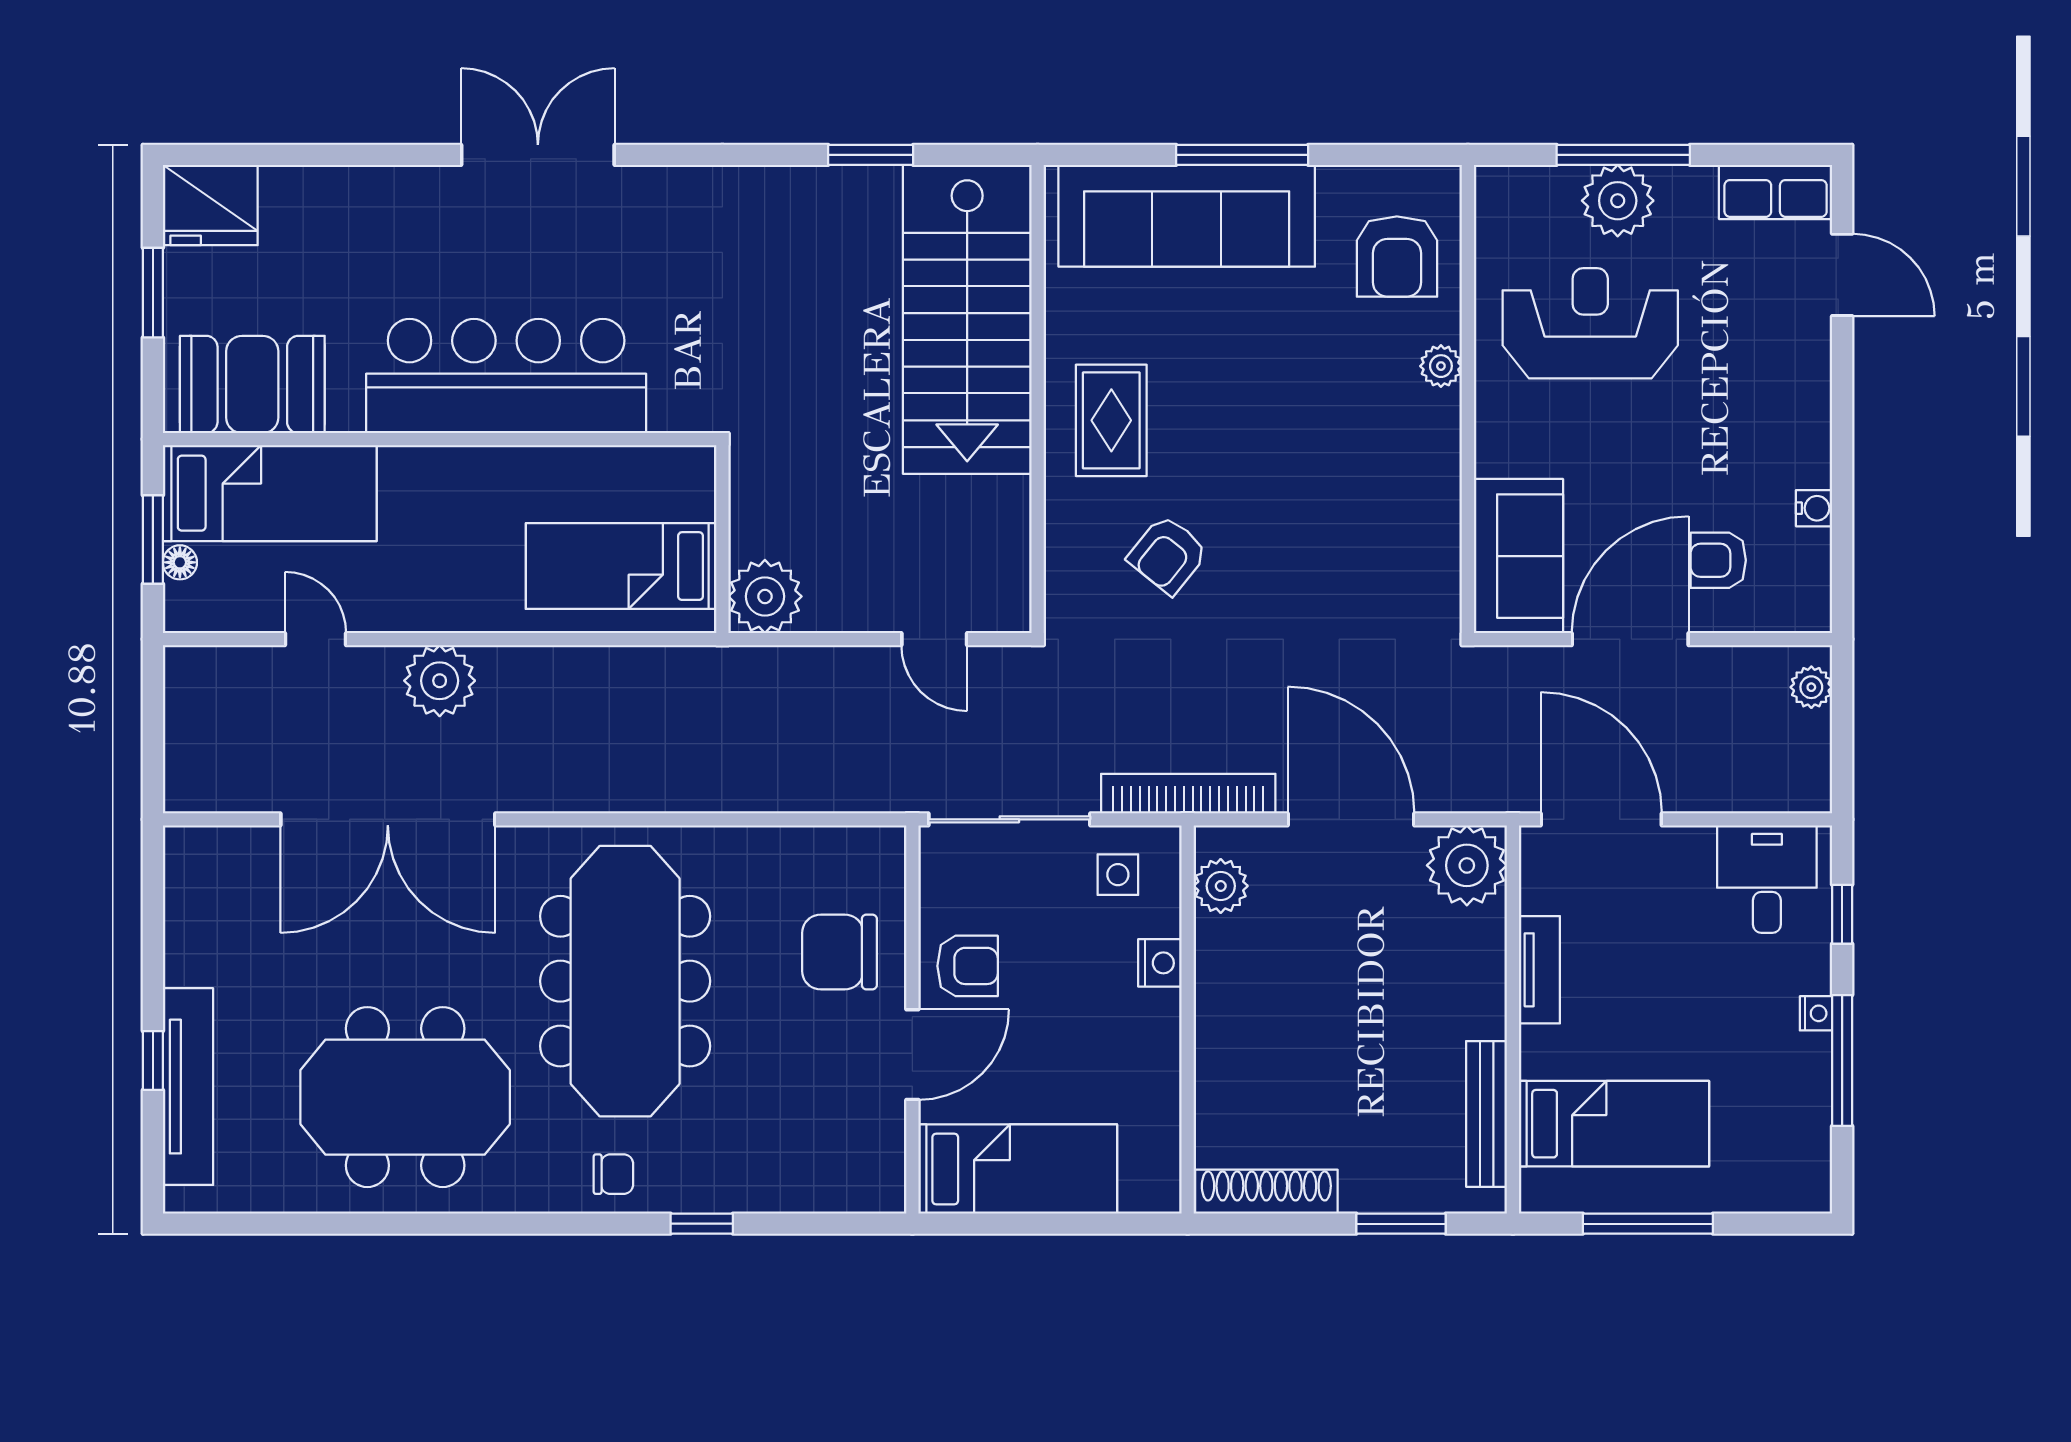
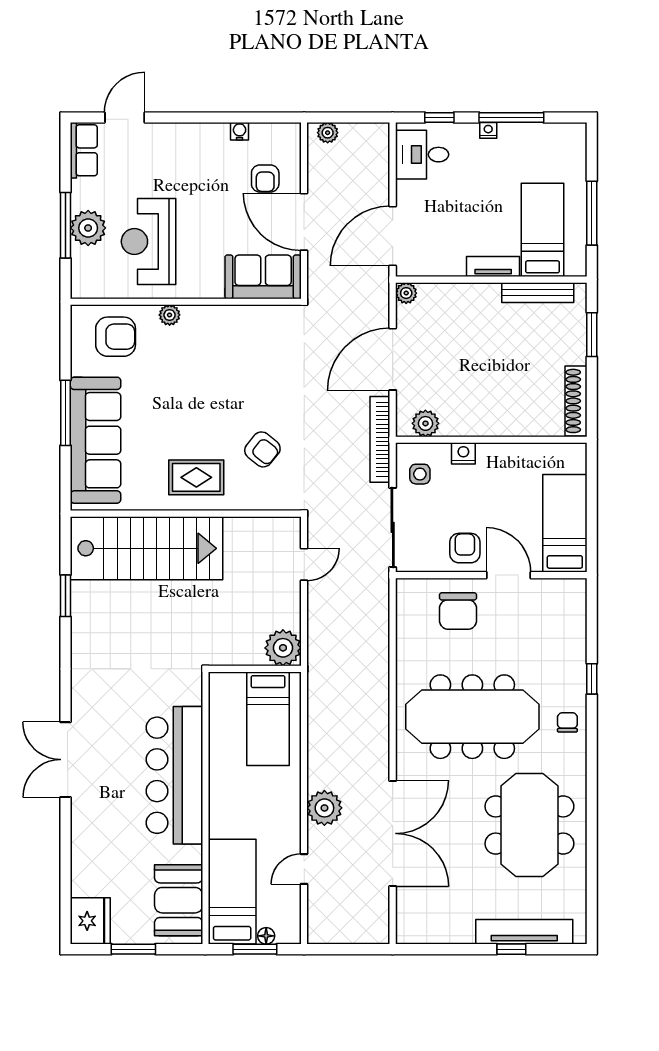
plant: (1467, 865) -> (406, 293), width x0.53, depth x0.53
tv unit: (1539, 970) -> (493, 267), moved

